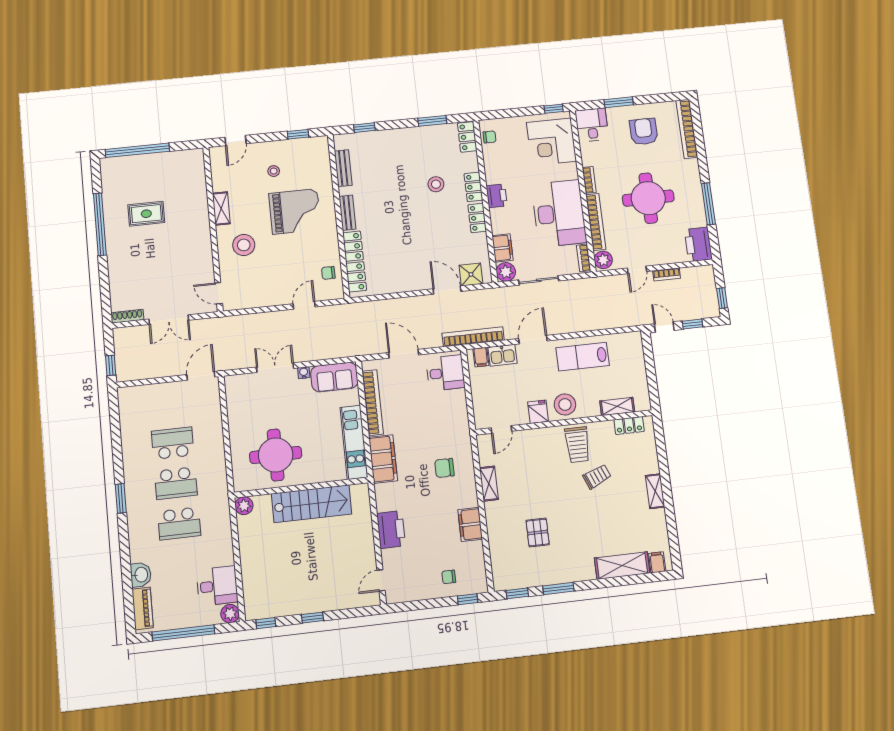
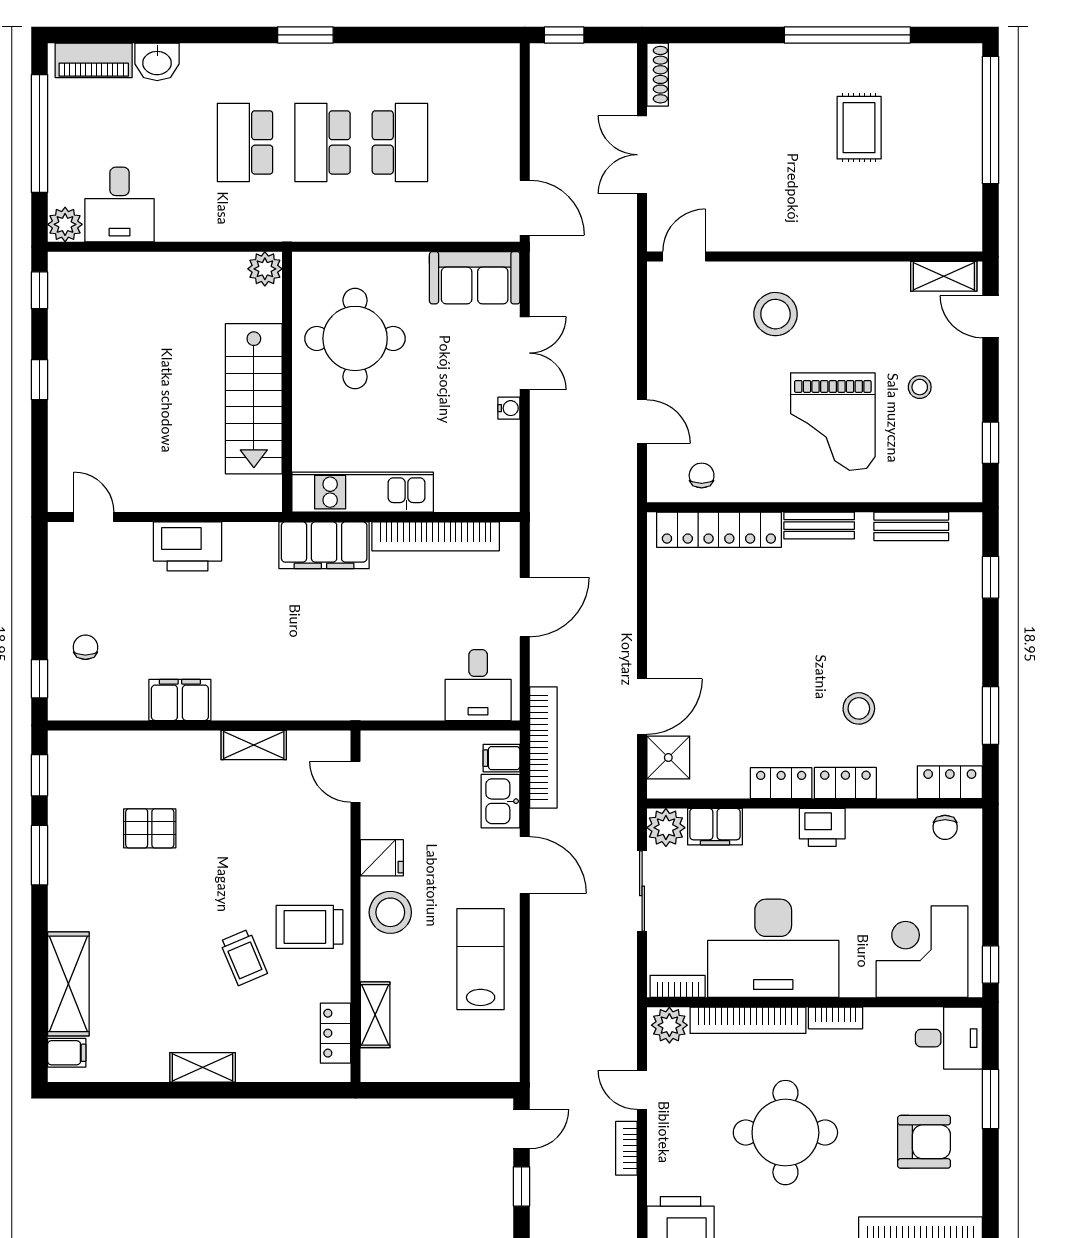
shelving: (221, 208) -> (944, 276), moved
sofa: (334, 377) -> (475, 278), moved, turned -90
chair: (444, 468) -> (294, 662), removed

